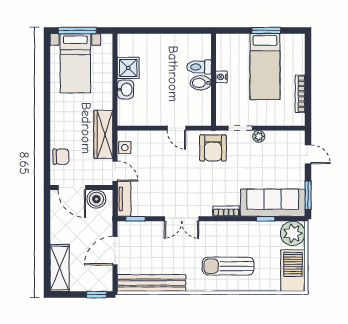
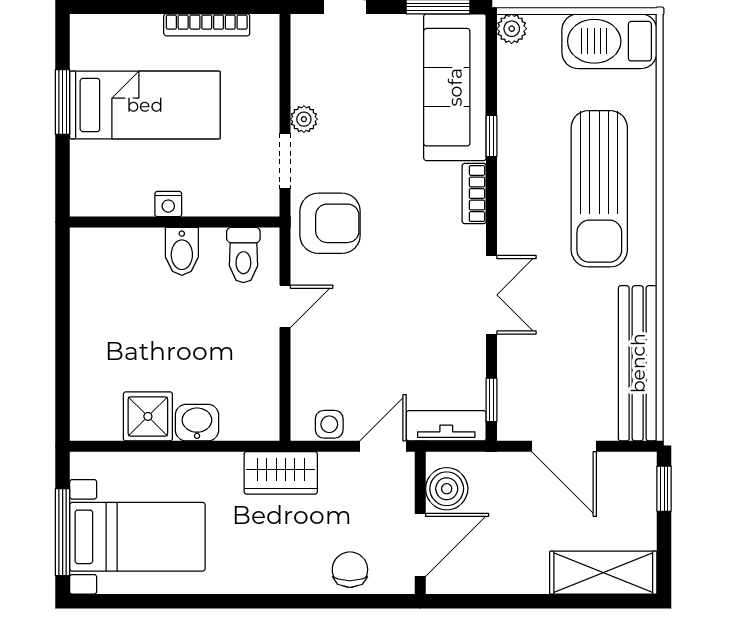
toilet: (199, 67) -> (243, 255), moved
wardrobe: (103, 134) -> (281, 473), width x0.67
window: (266, 219) -> (491, 136), moved
plant: (293, 233) -> (512, 29), width x0.53, depth x0.53
sun lounger: (228, 266) -> (599, 189), width x1.36, depth x1.34

